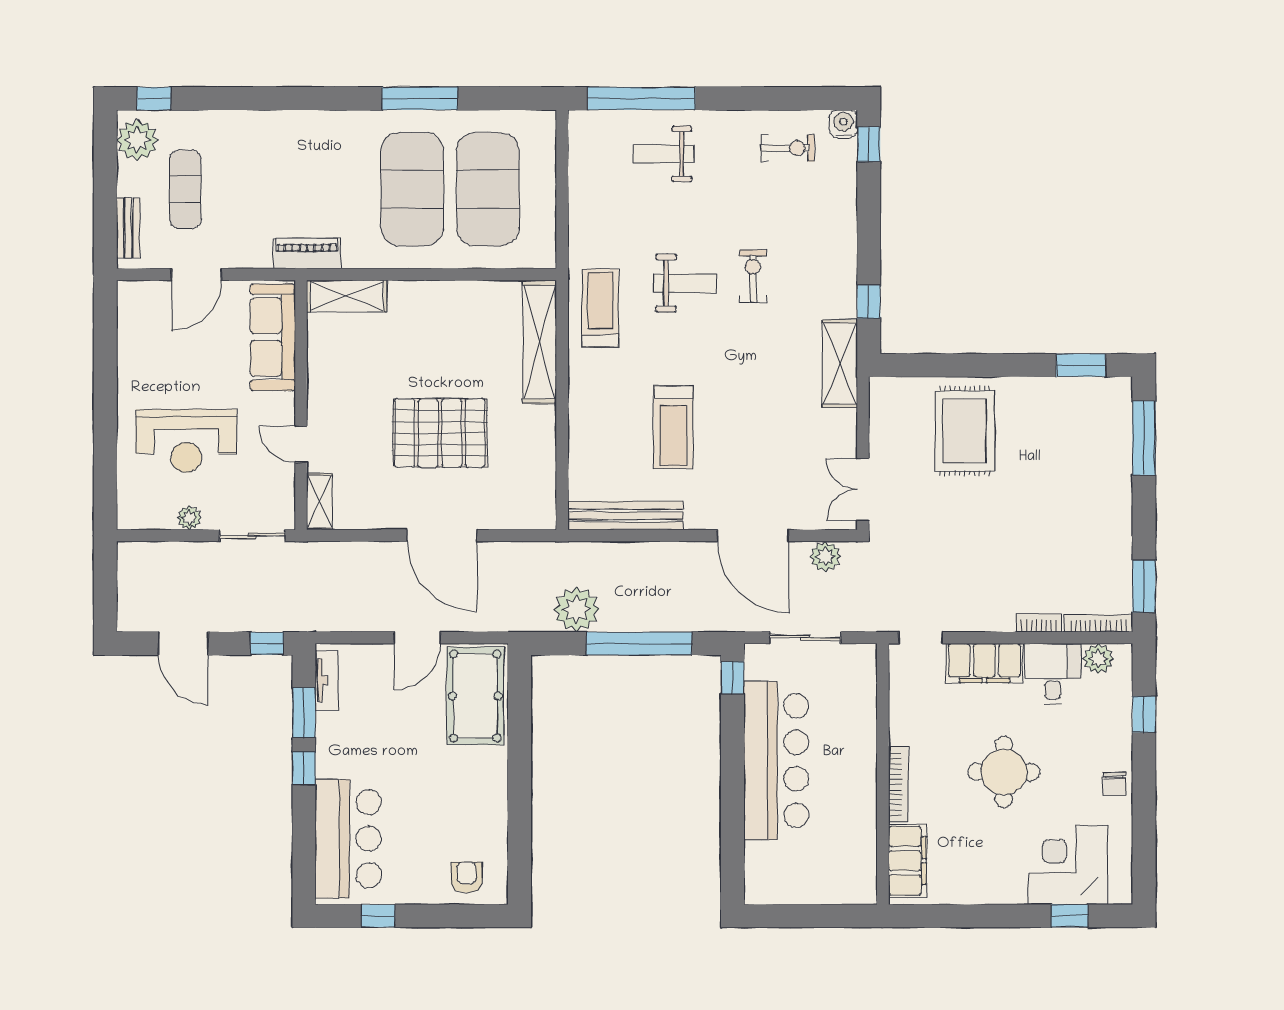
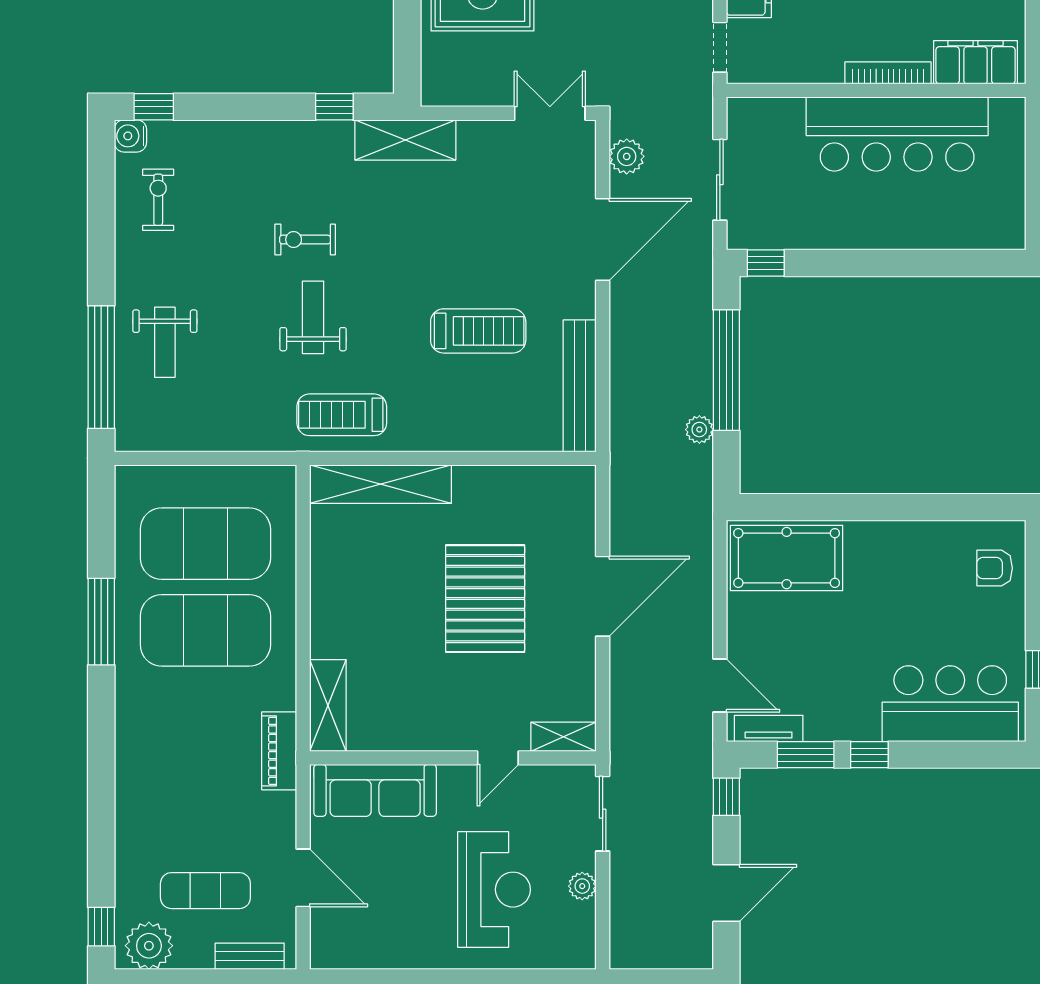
double door: (863, 490) -> (550, 113), swing flipped
plant: (577, 609) -> (699, 430), width x0.53, depth x0.53
door: (417, 638) -> (720, 686), moved
bar counter: (776, 761) -> (897, 134), moved, turned 180

